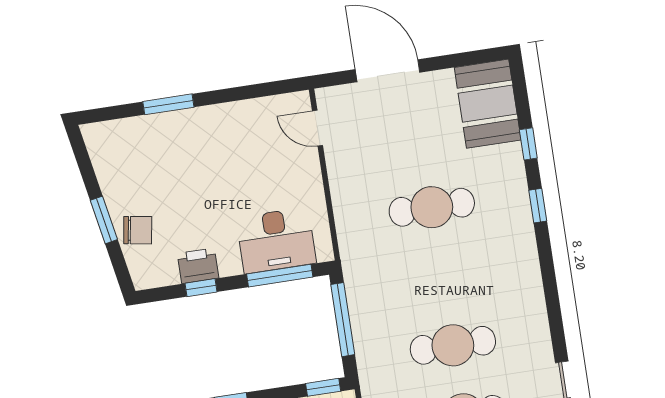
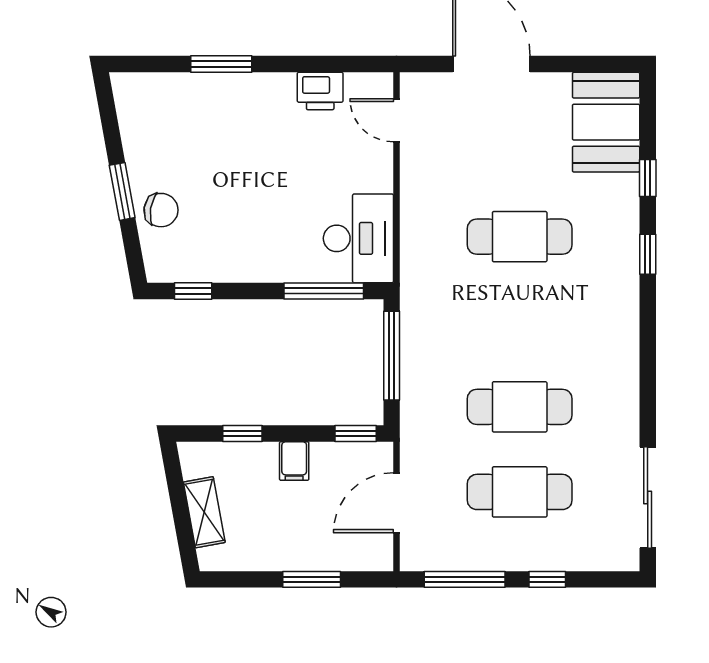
desk: (276, 240) -> (358, 238), moved, turned -90
printer: (198, 266) -> (320, 91), moved, turned 180
window: (201, 288) -> (193, 291), moved

